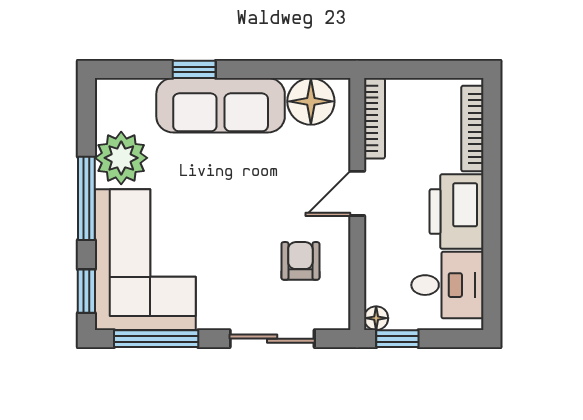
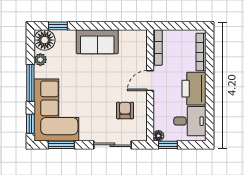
window: (194, 69) -> (58, 26), moved
floor lamp: (311, 101) -> (45, 40), moved
sofa: (221, 105) -> (97, 42), width x0.73
plant: (121, 158) -> (40, 60), width x0.53, depth x0.53
window: (156, 339) -> (61, 145), width x0.69

